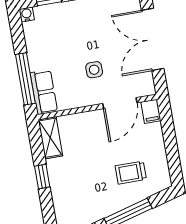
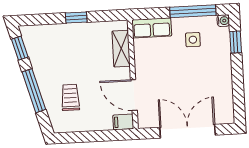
side table: (94, 70) -> (193, 40), moved
window: (25, 79) -> (193, 11), moved
shelving: (50, 138) -> (121, 49), moved, turned 90

